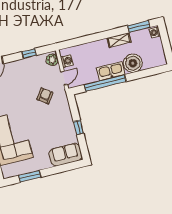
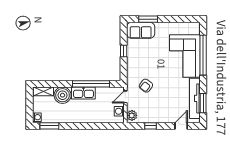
shelving: (119, 40) -> (43, 91), moved
window: (30, 176) -> (148, 19), moved

